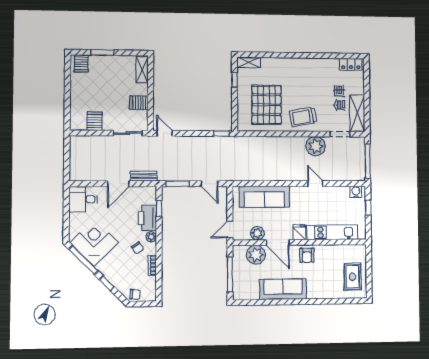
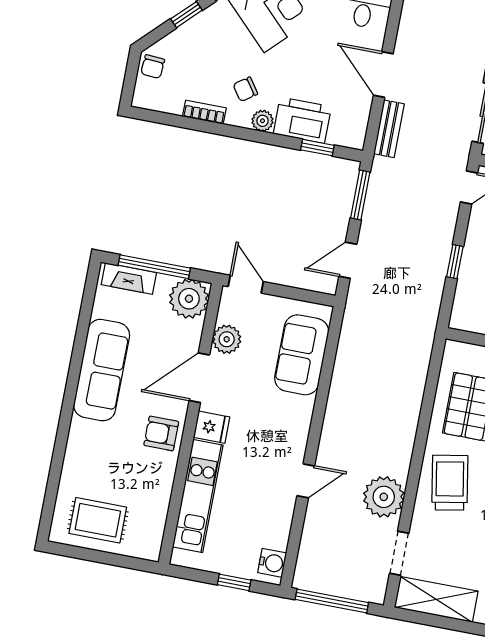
window: (221, 134) -> (455, 262), moved
sofa: (264, 197) -> (302, 355), width x0.73
plant: (256, 255) -> (189, 299), moved
fireplace: (238, 285) -> (129, 279), added

